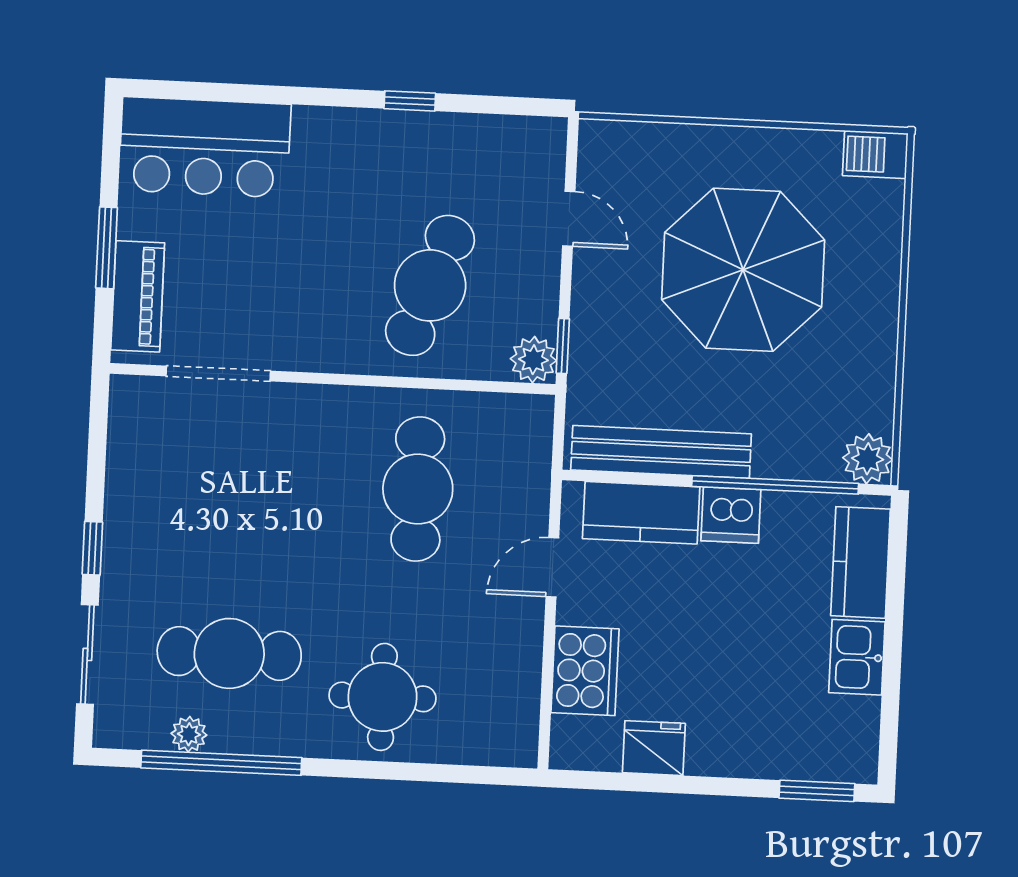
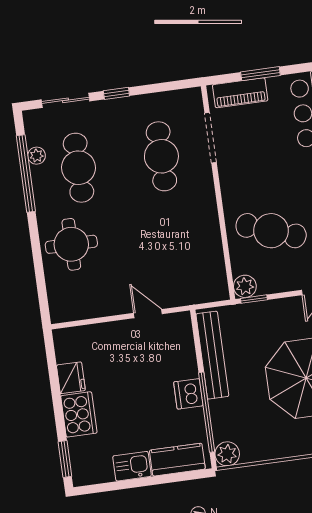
cafe table: (418, 489) -> (161, 156), moved, turned 90
kitchen counter: (641, 513) -> (182, 351), removed
cooker: (585, 671) -> (79, 414), moved, turned -90

